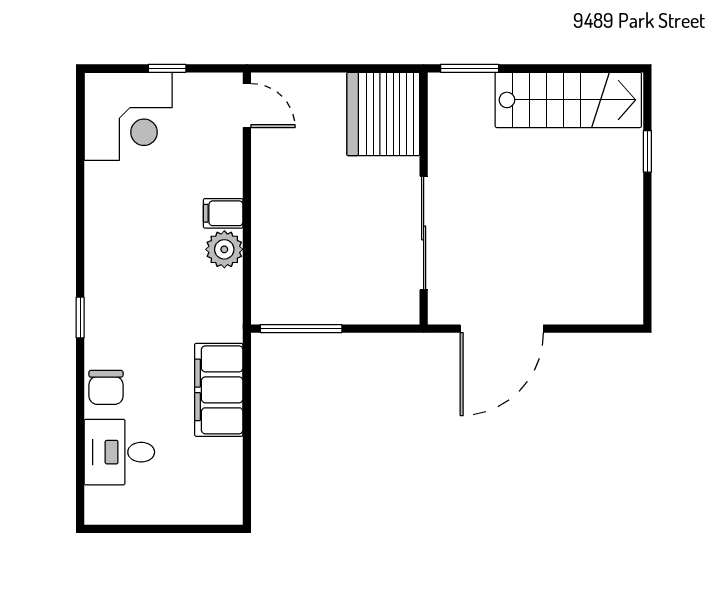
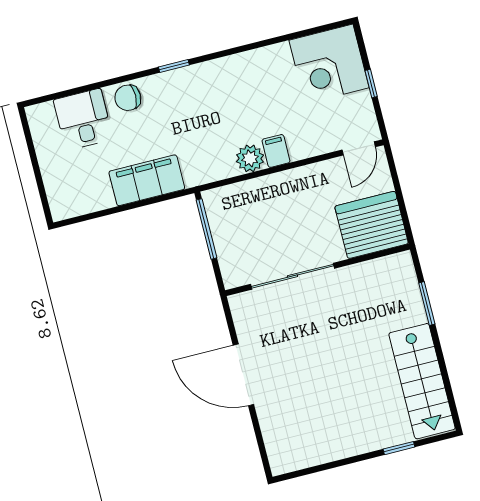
server rack: (383, 114) -> (372, 225), moved
wall: (424, 198) -> (318, 270), moved
sliding door: (424, 233) -> (292, 276), moved

